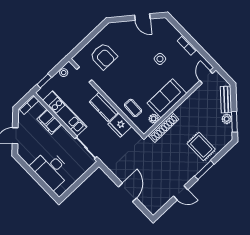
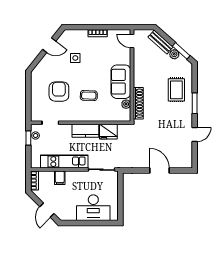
armchair: (104, 56) -> (59, 92), moved, turned -90
side table: (160, 59) -> (75, 58), moved
window: (44, 81) -> (28, 138), moved
coffee table: (133, 108) -> (89, 96), moved
filing cabinet: (49, 122) -> (60, 178), width x0.50
rug: (201, 146) -> (176, 90), turned 90

